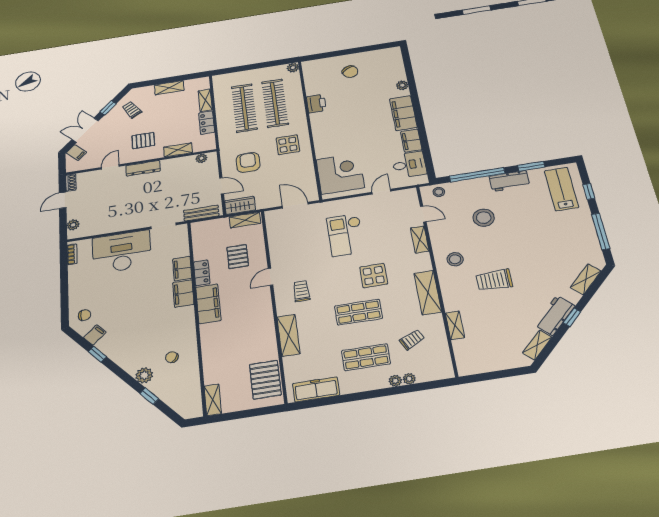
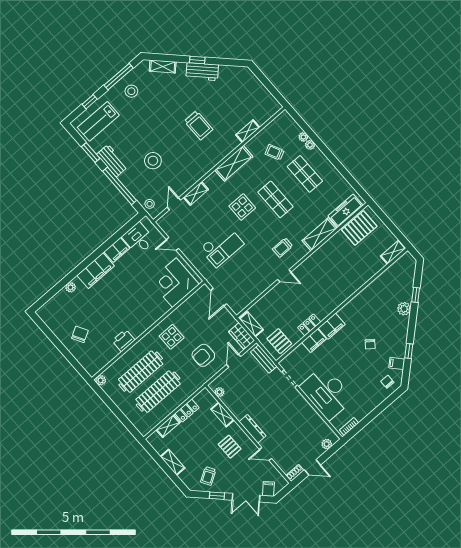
pallet: (238, 257) -> (279, 341), moved, turned 90
stool: (455, 259) -> (131, 91), moved
filing cabinet: (208, 304) -> (329, 304), removed
shelving: (537, 345) -> (231, 71), removed
chair: (172, 357) -> (370, 344), moved
freezer: (316, 389) -> (345, 211), moved, turned 90

